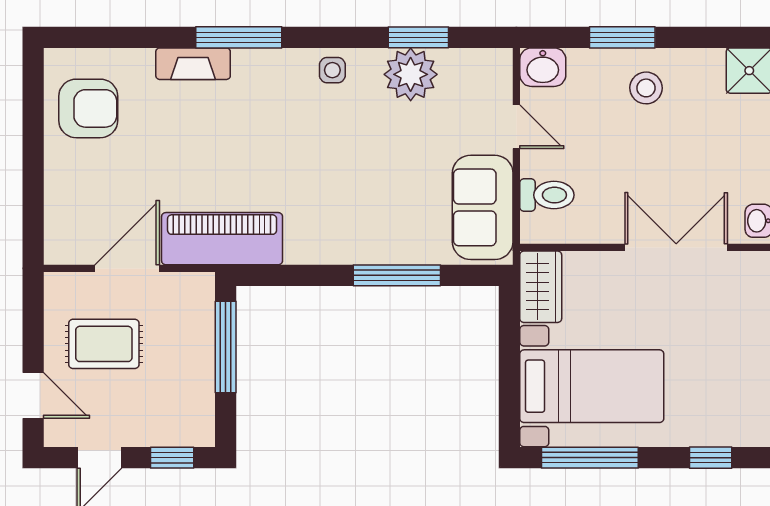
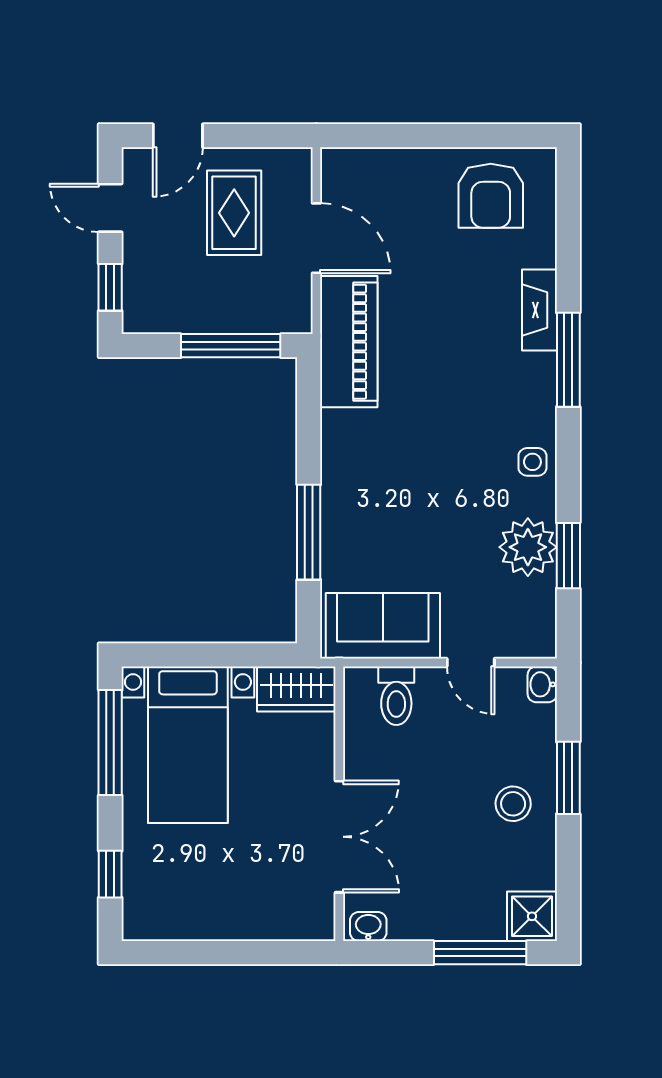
washbasin: (543, 67) -> (542, 684), width x0.72, depth x0.69
door: (516, 127) -> (471, 662), hinge flipped

